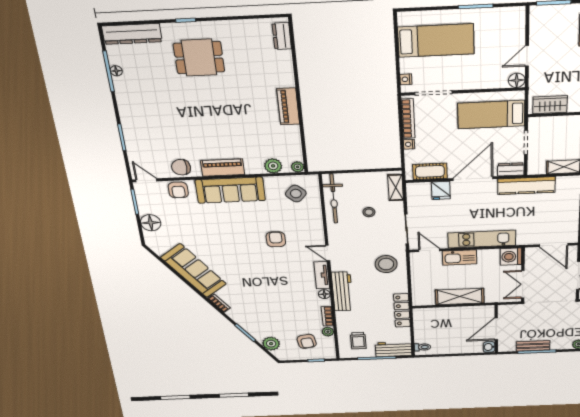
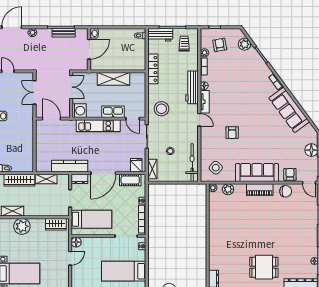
piano: (288, 106) -> (214, 231), removed
fridge: (441, 190) -> (136, 165), moved

